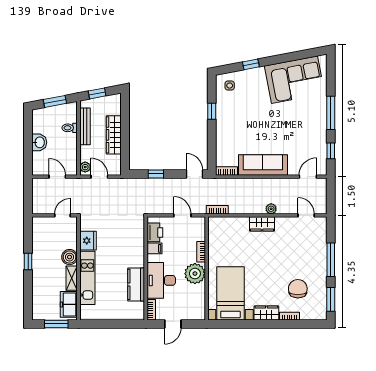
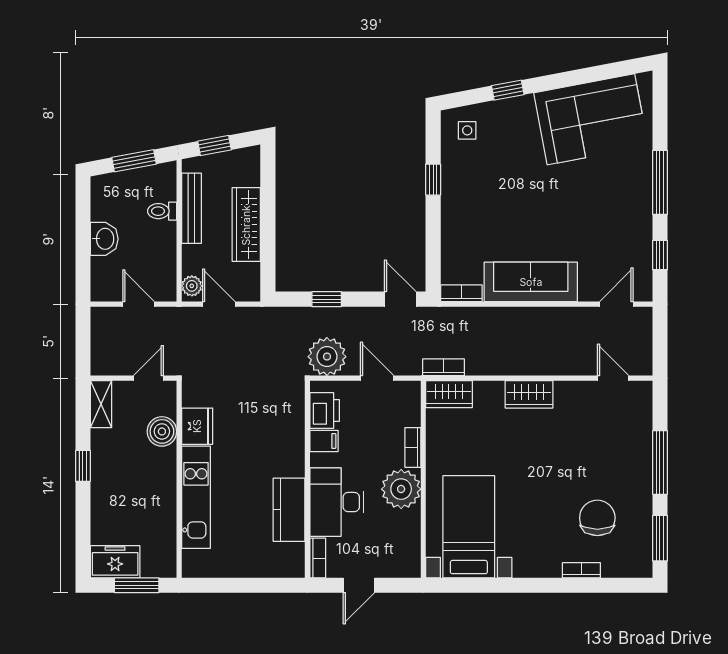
plant: (271, 209) -> (327, 357), moved, width x1.88, depth x1.88
boiler: (70, 257) -> (162, 431), moved
shelving: (72, 278) -> (101, 404), moved
freezer: (69, 304) -> (115, 562), moved, turned 90
wardrobe: (266, 313) -> (449, 394), moved, turned 180

